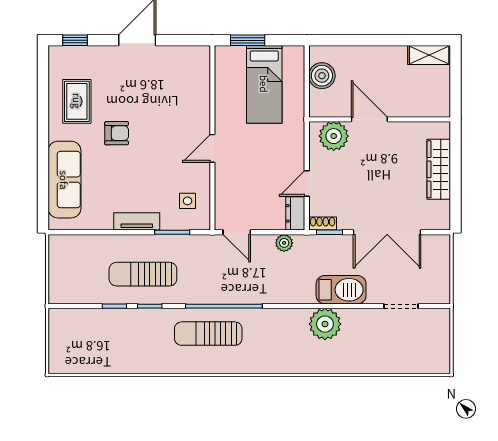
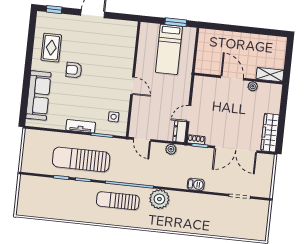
window: (248, 40) -> (176, 22), moved
shelving: (429, 55) -> (270, 75), moved
boiler: (322, 76) -> (205, 48), removed
armchair: (117, 133) -> (74, 70), turned 180
plant: (334, 136) -> (253, 86), moved, width x0.53, depth x0.53
door: (212, 148) -> (132, 86), swing flipped
wardrobe: (439, 169) -> (270, 133), moved
sun lounger: (143, 274) -> (81, 159), width x1.36, depth x1.34
barbecue: (341, 290) -> (196, 184), width x0.53, depth x0.65
plant: (325, 324) -> (159, 199), moved

